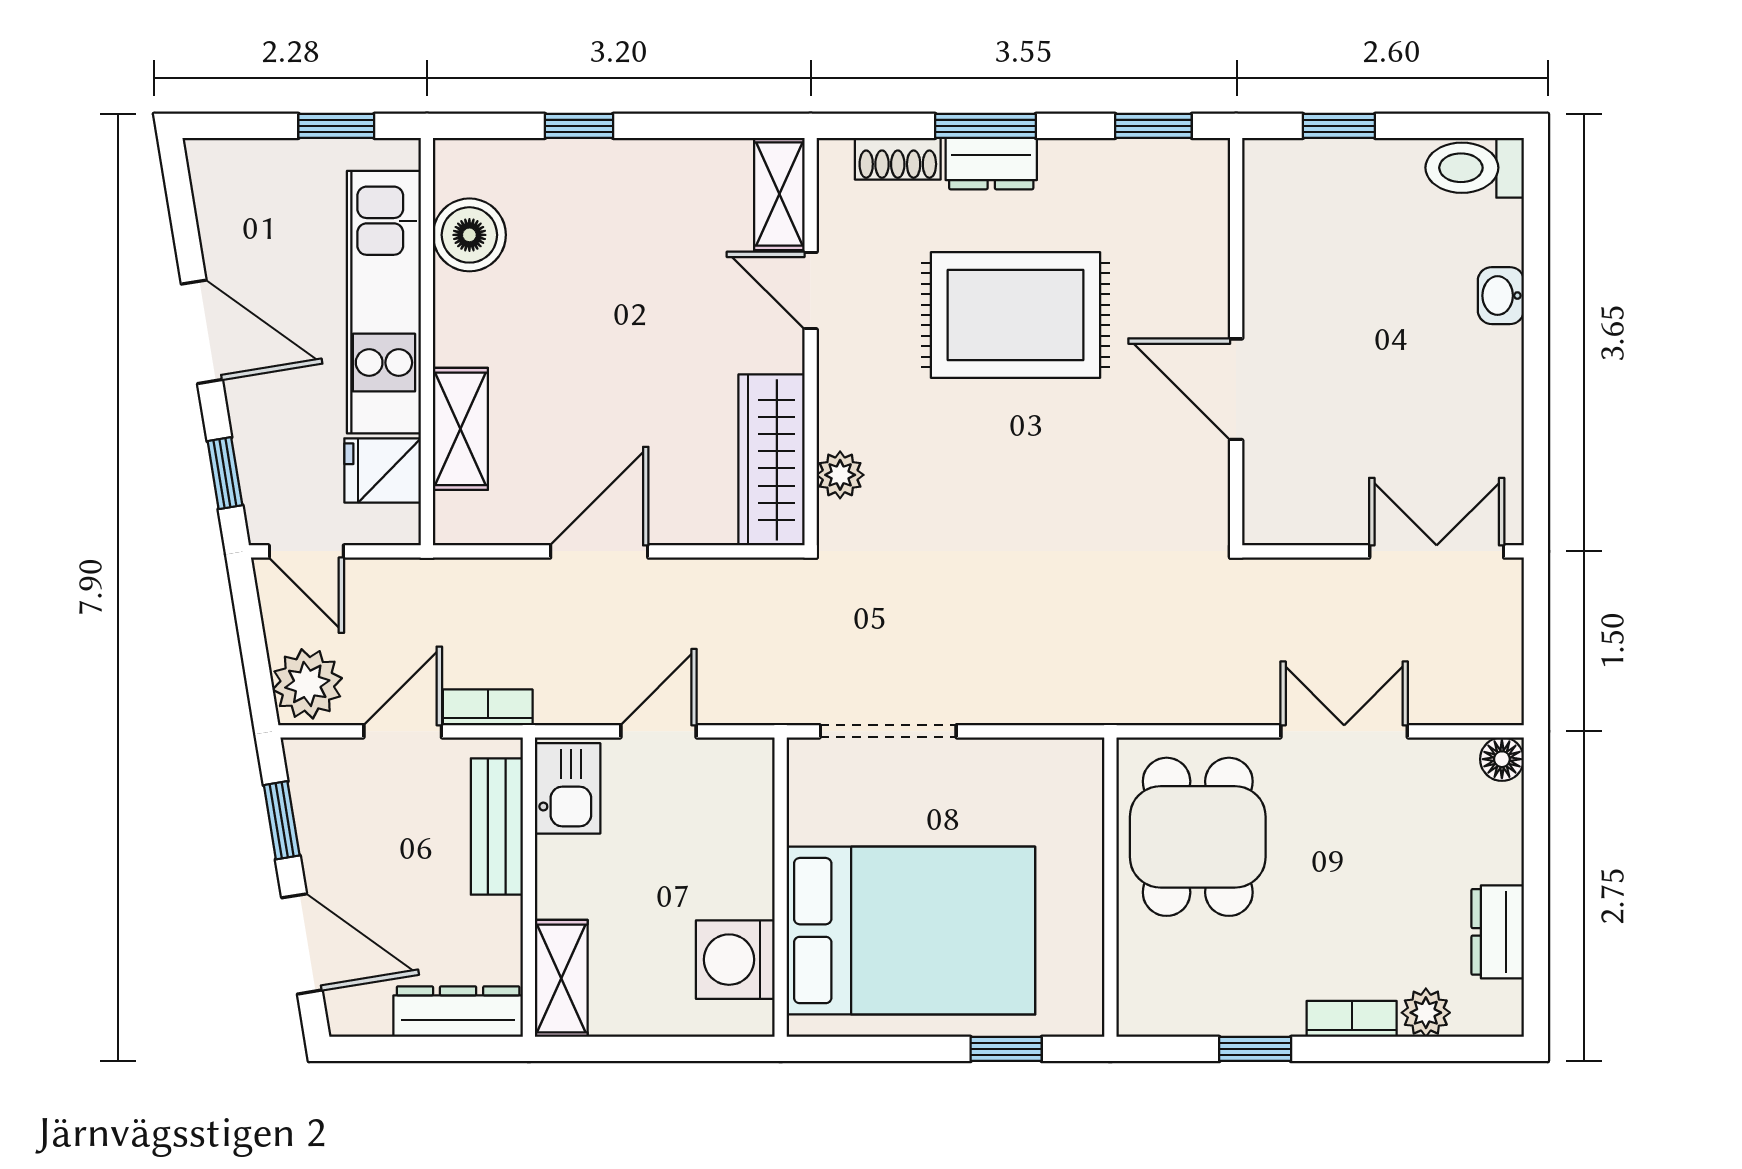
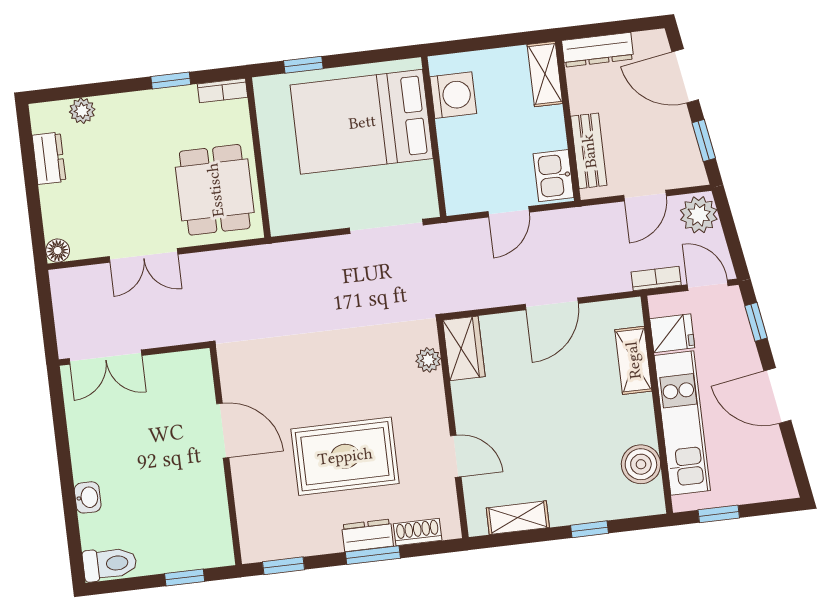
shelving: (779, 194) -> (518, 518), moved, turned 90
wardrobe: (771, 460) -> (464, 348), width x0.67
bookcase: (488, 707) -> (656, 278), moved, turned 180
bookcase: (1352, 1019) -> (223, 91), moved

